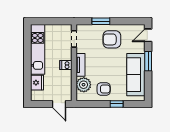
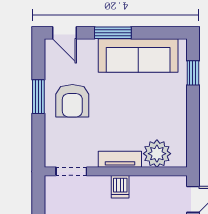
window: (101, 21) -> (38, 97), moved
armchair: (104, 89) -> (165, 116), removed
window: (117, 104) -> (193, 73), moved

